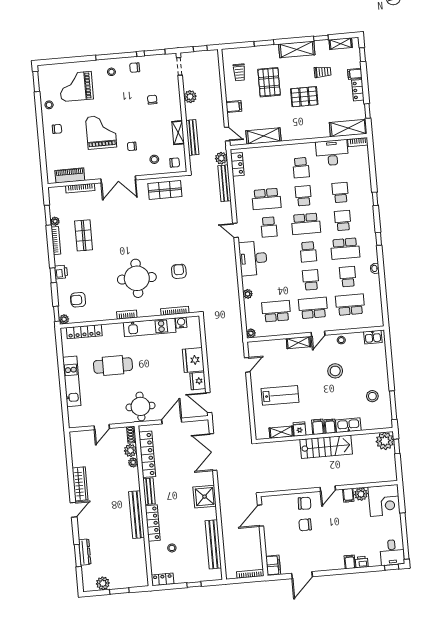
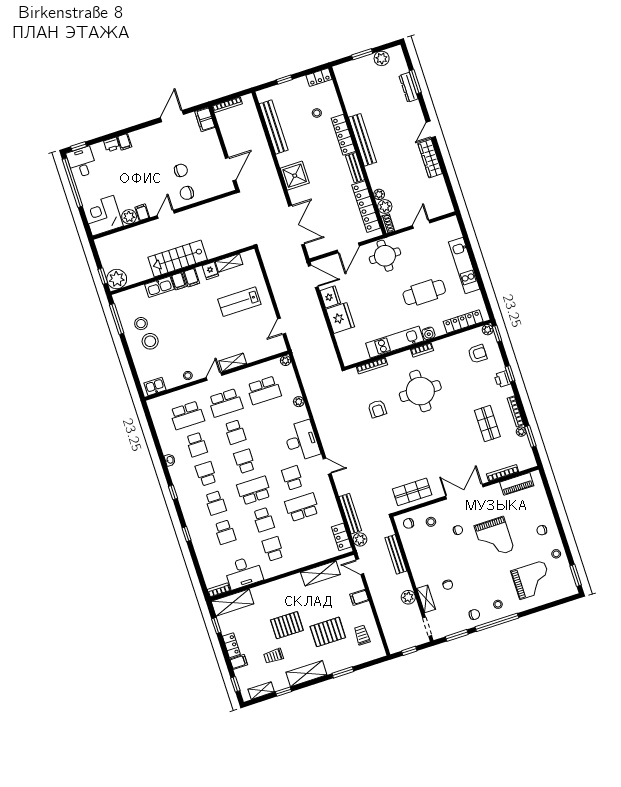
pallet: (269, 82) -> (328, 632), turned 90
shelving: (178, 133) -> (426, 599), moved
school desk: (345, 249) -> (206, 474), width x0.54
water cooler: (181, 323) -> (429, 333), moved
stool: (335, 371) -> (150, 341), moved

